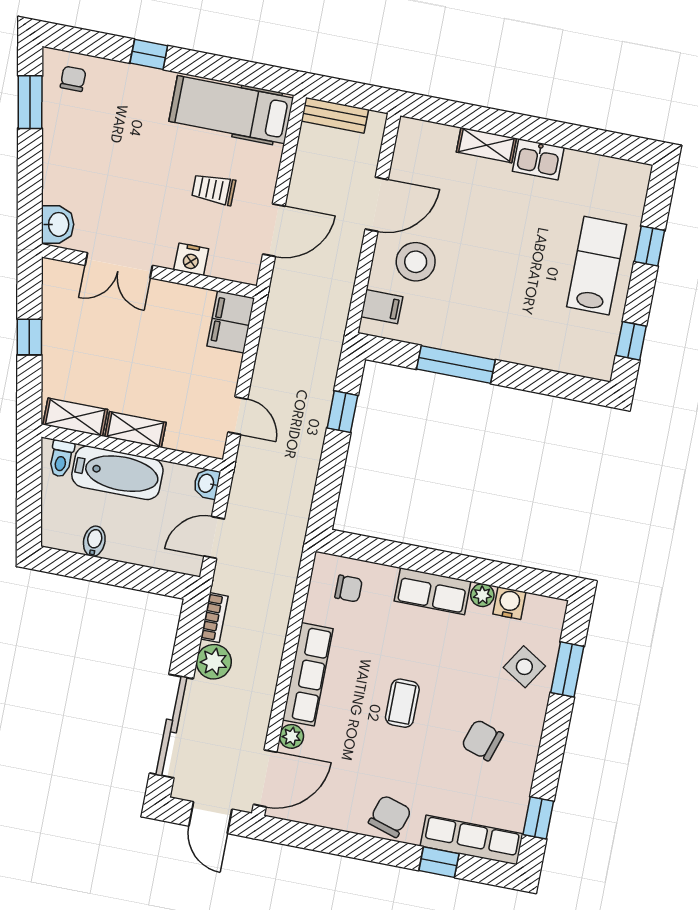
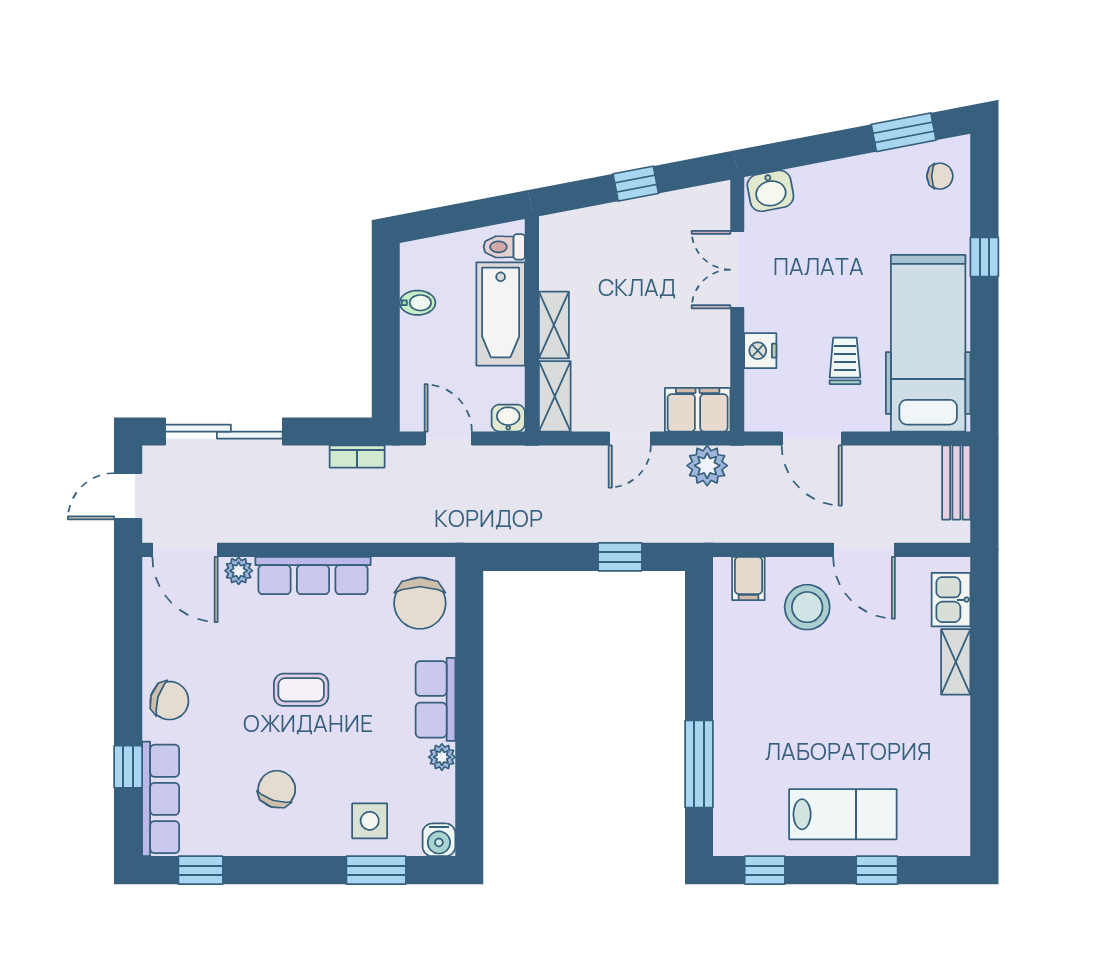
hospital bed: (231, 110) -> (928, 343), width x1.37, depth x1.29
kitchen sink: (538, 159) -> (951, 600), moved
window: (456, 365) -> (699, 764), moved
door: (238, 416) -> (630, 439), moved
shelving: (75, 417) -> (555, 396), moved
chair: (349, 589) -> (420, 603), width x1.87, depth x1.87
water cooler: (509, 603) -> (439, 840), moved, turned 90
plant: (214, 662) -> (707, 466), moved
side table: (524, 667) -> (370, 821), turned -32

